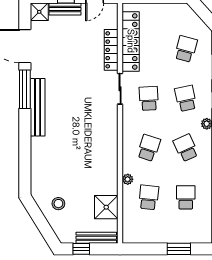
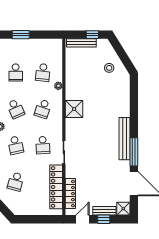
locker: (111, 50) -> (70, 194), moved
shower: (106, 207) -> (74, 109), moved

